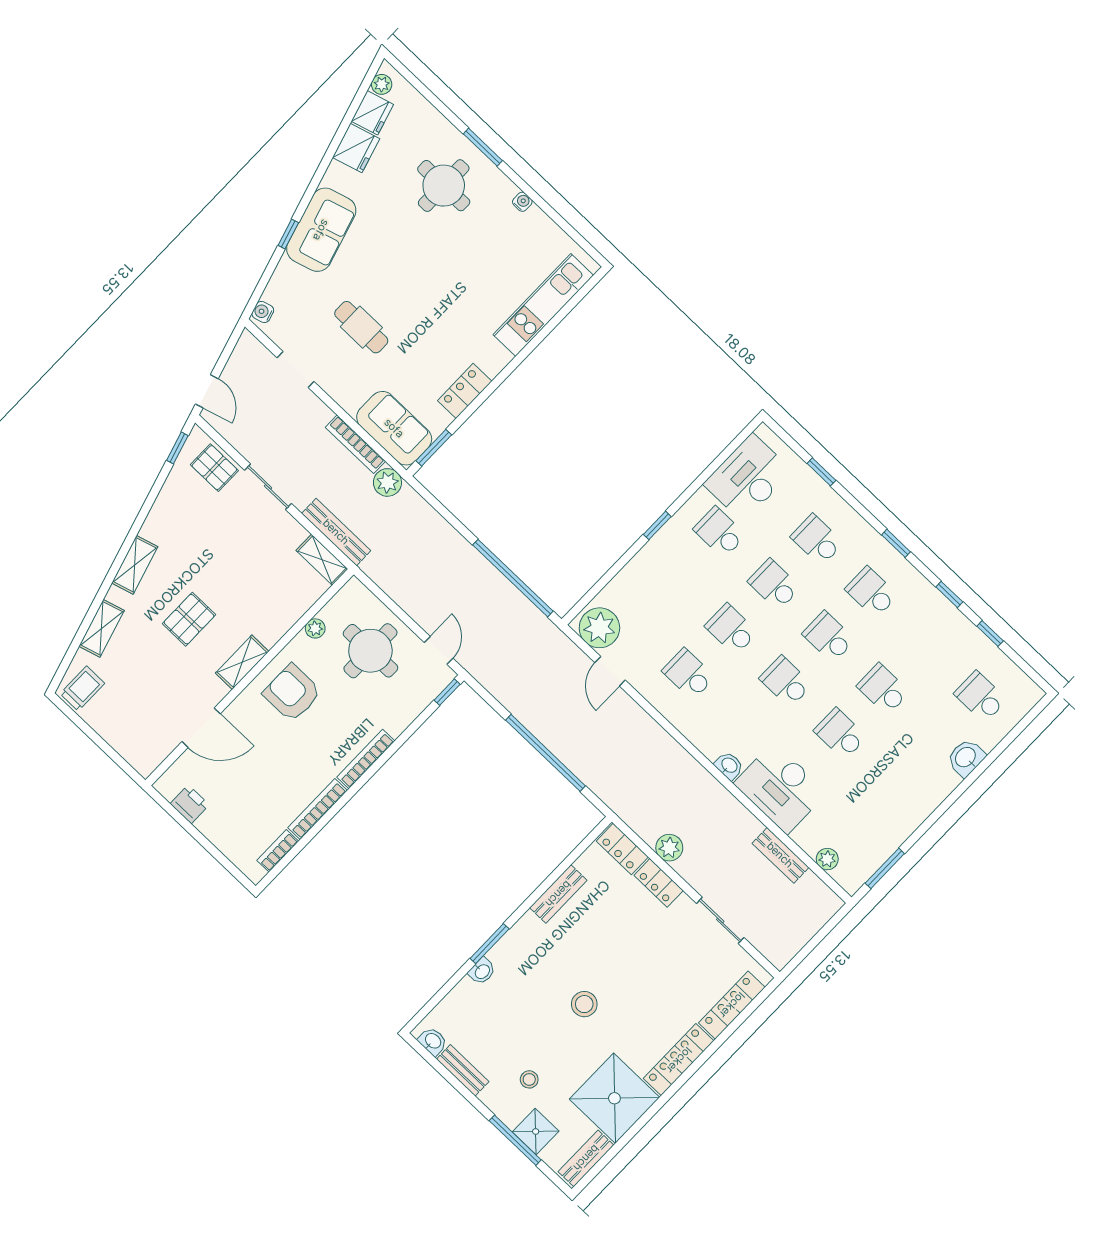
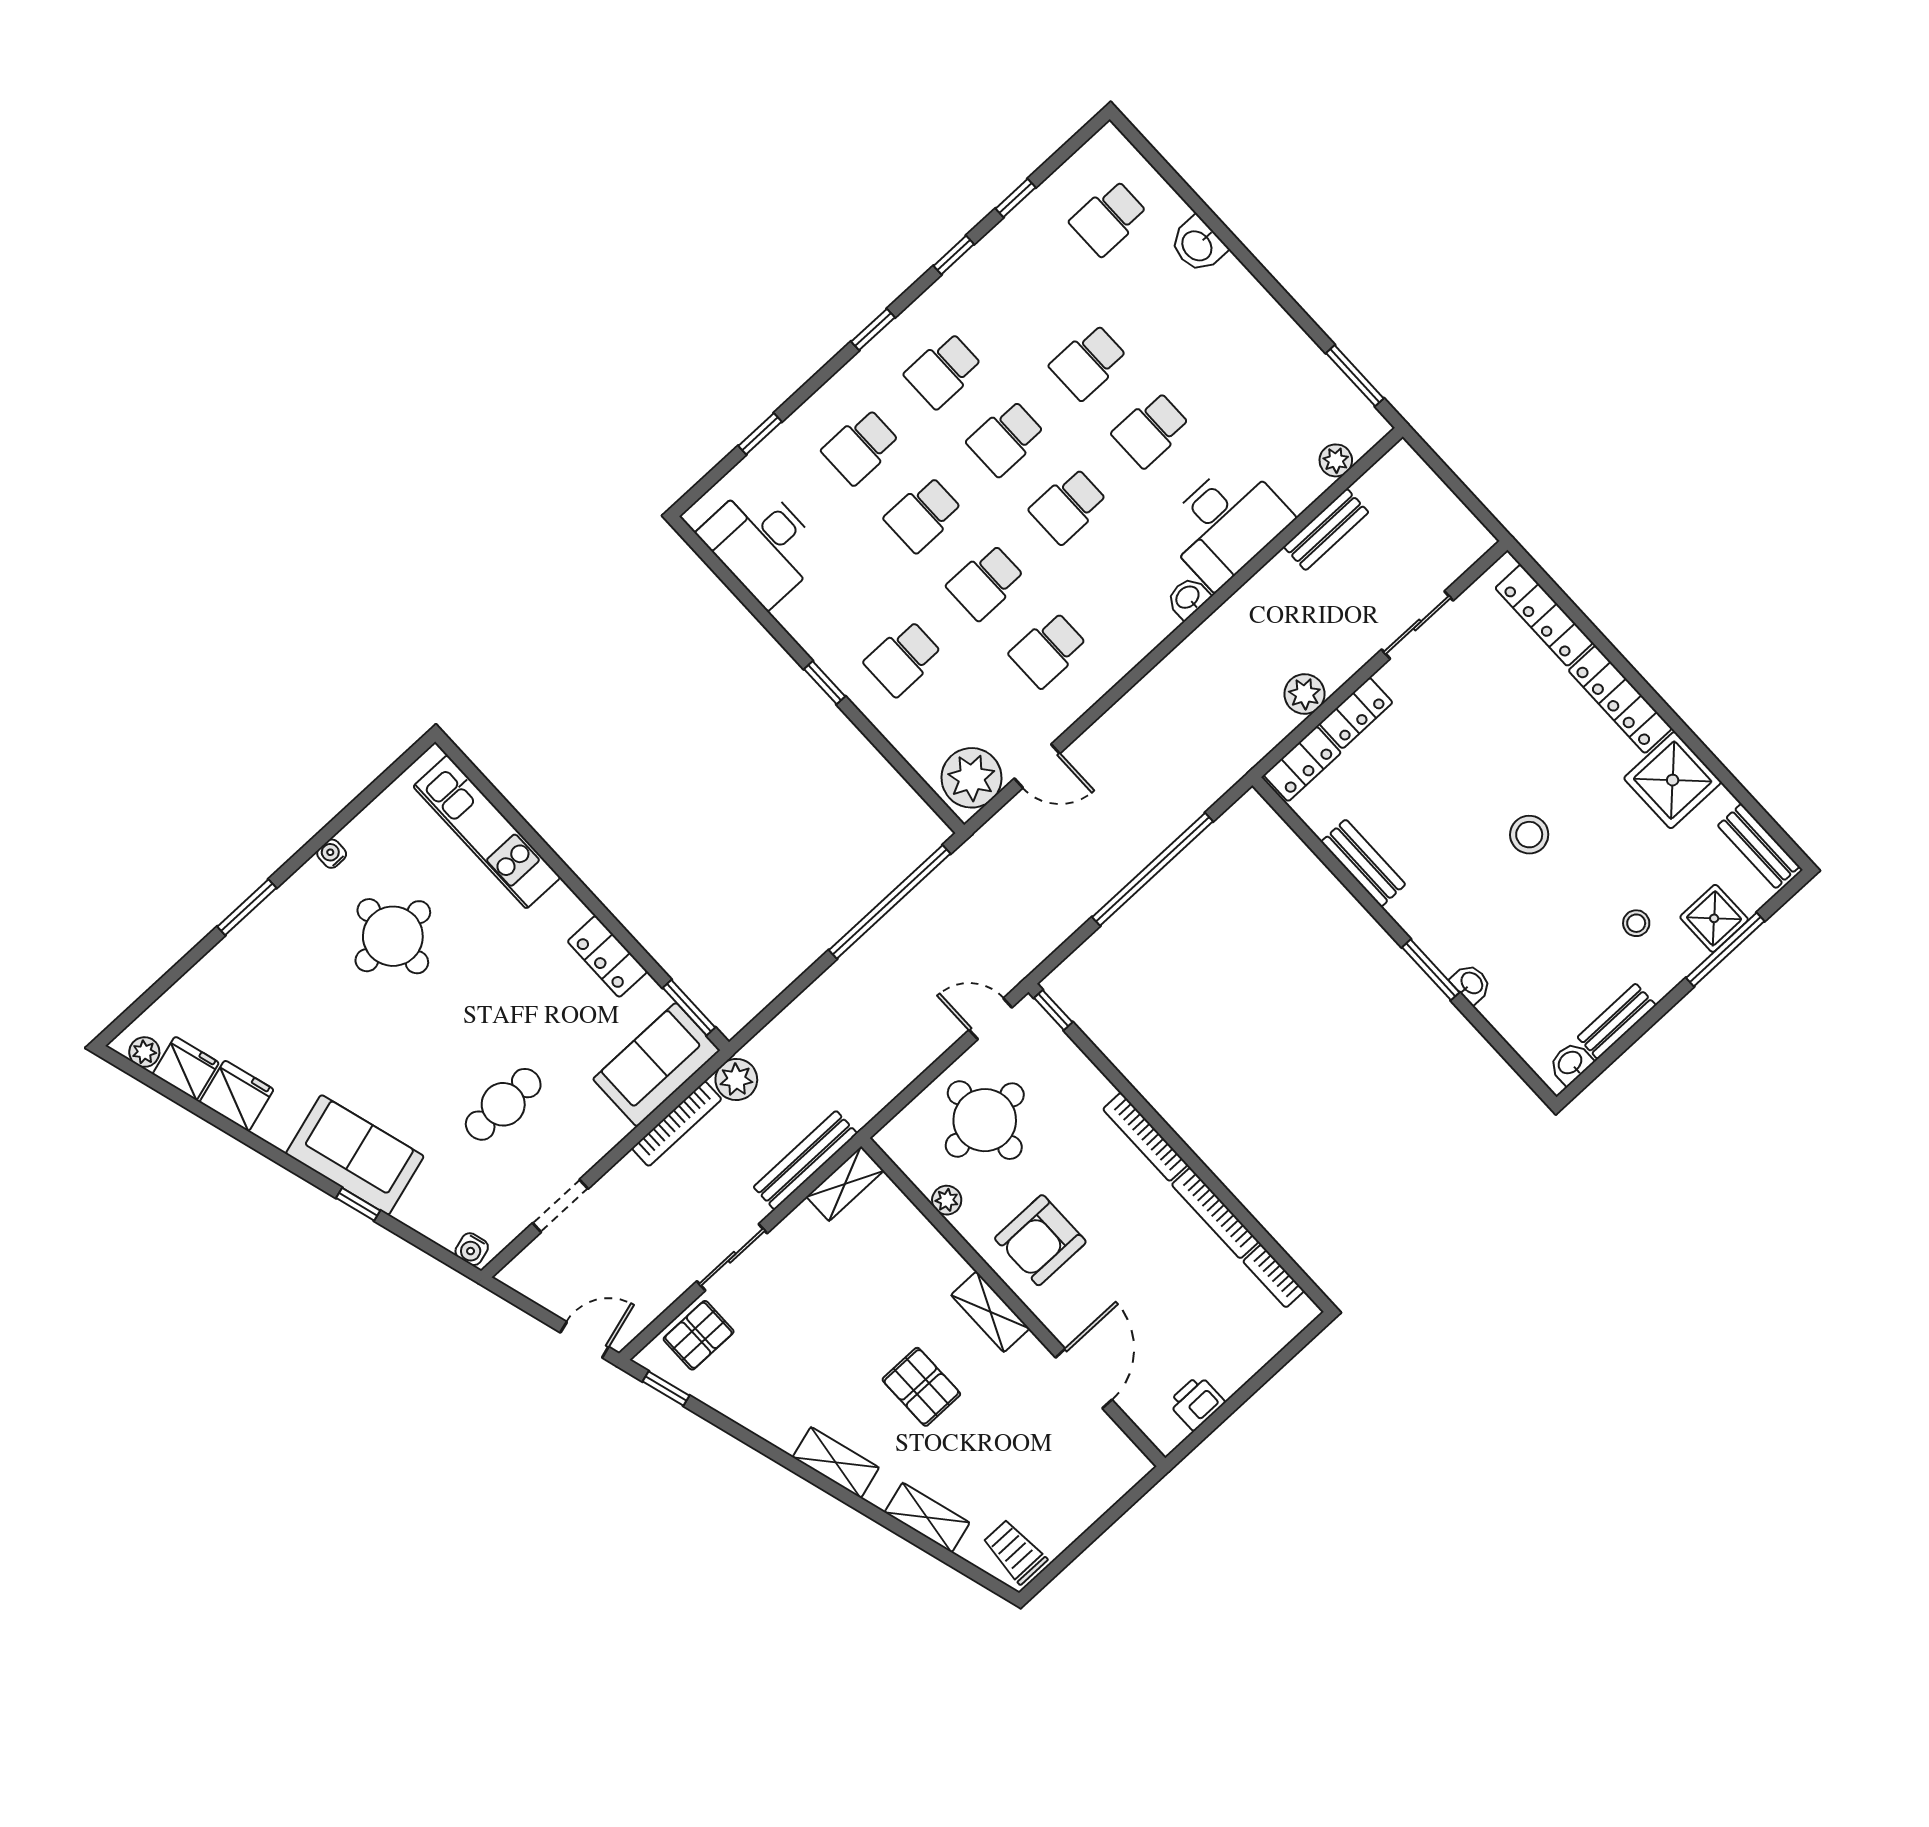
round table: (444, 186) -> (393, 936), moved
school desk: (720, 532) -> (903, 658), moved
shower: (614, 1098) -> (1673, 780), width x0.73, depth x0.73

